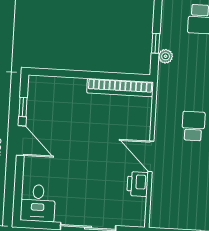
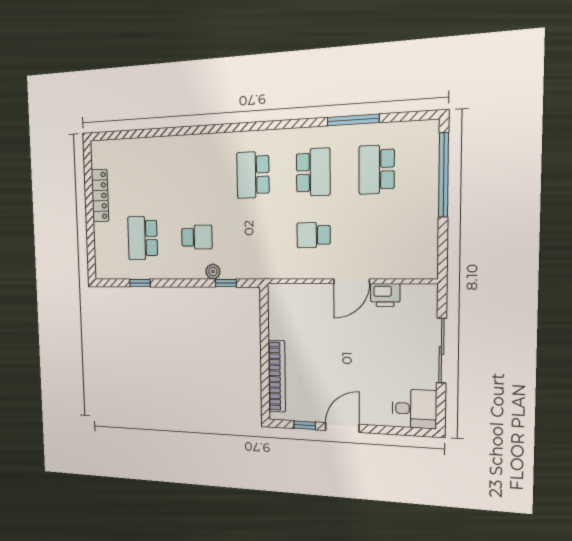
plant: (166, 56) -> (213, 272), moved
bookcase: (120, 88) -> (277, 376), moved

